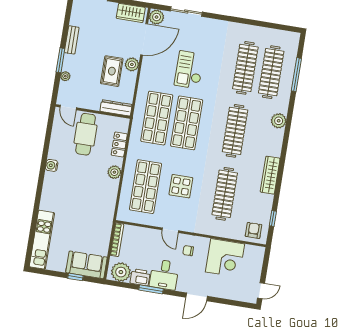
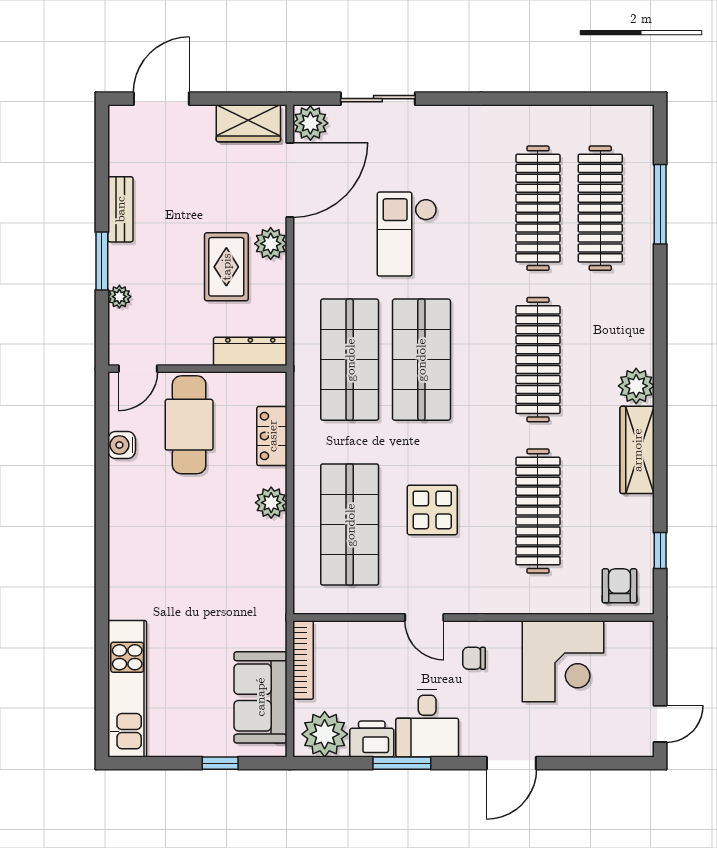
door: (68, 107) -> (138, 369), hinge flipped
plant: (279, 121) -> (636, 386), moved
water cooler: (52, 165) -> (122, 445), moved
sofa: (86, 265) -> (260, 697), moved, turned -90

